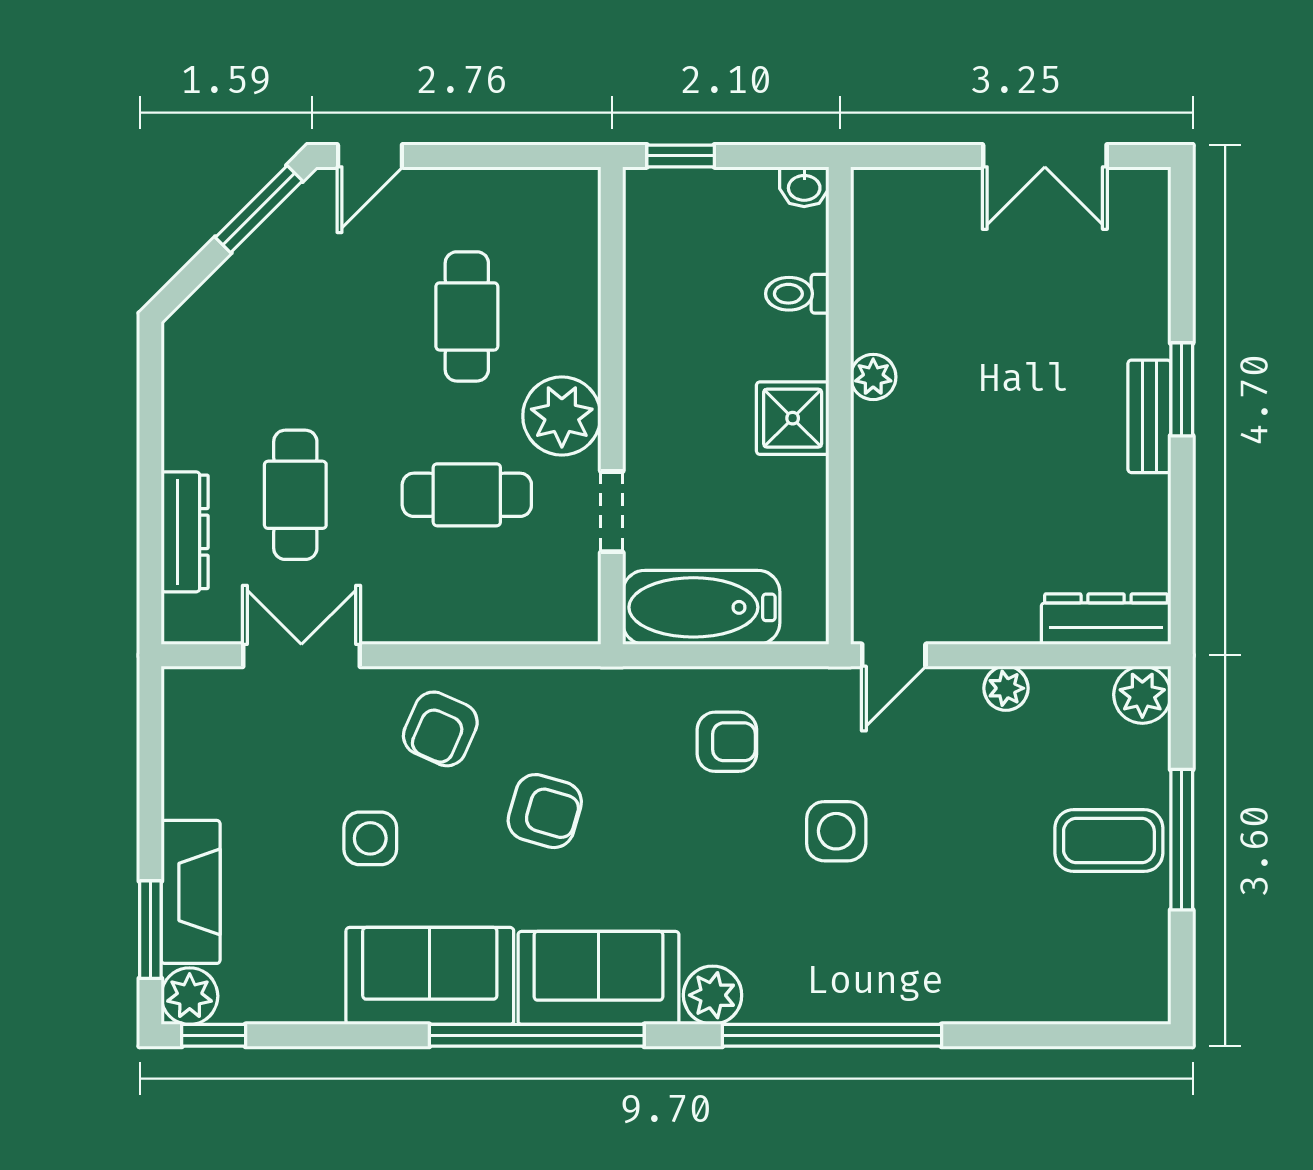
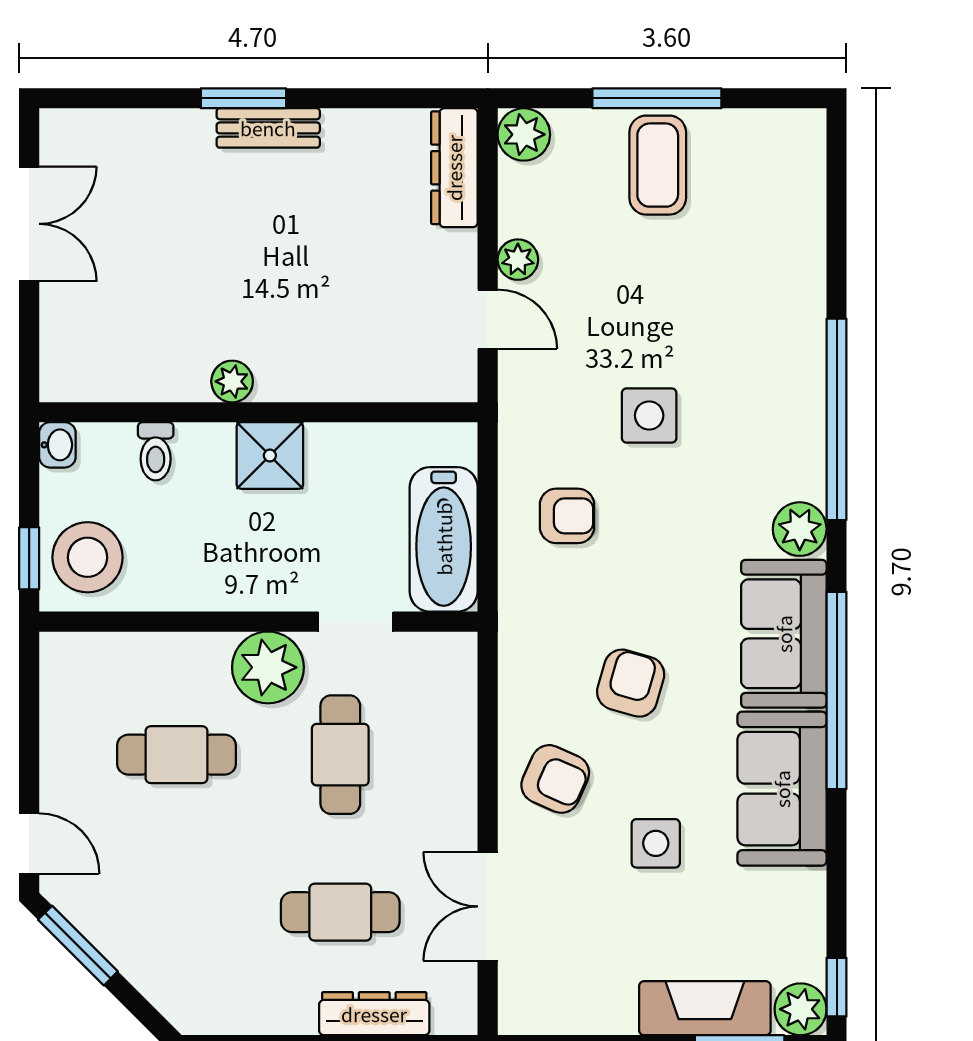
stool: (682, 220) -> (88, 557), added
door: (894, 655) -> (488, 319), moved
armchair: (727, 742) -> (567, 516), turned 90

